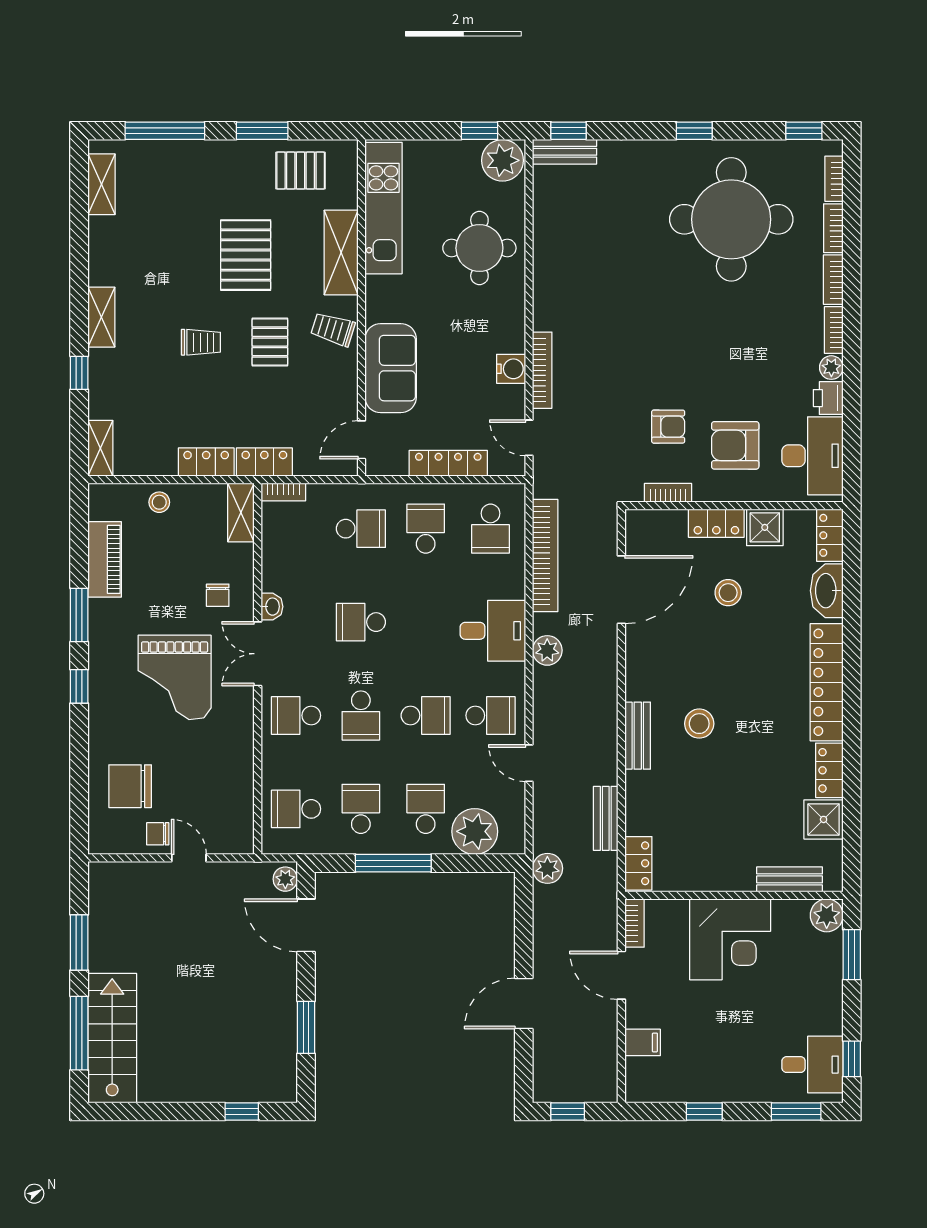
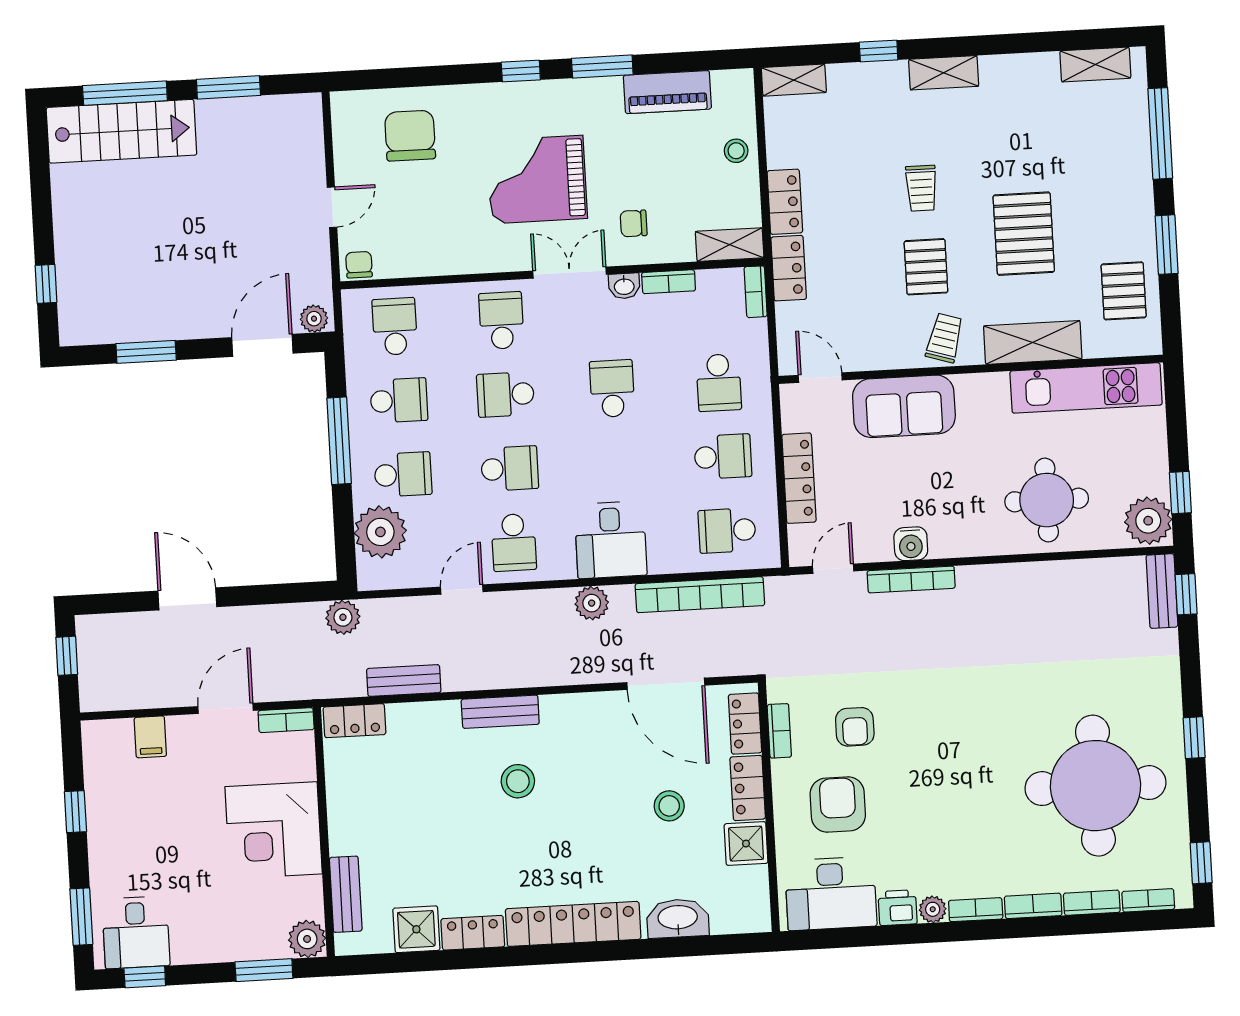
pallet: (246, 255) -> (1024, 234), turned 90
pallet: (270, 342) -> (926, 267), turned 90
locker: (830, 535) -> (745, 724), moved, turned -90
bookcase: (270, 568) -> (669, 282), added
school desk: (426, 715) -> (510, 468), turned -90
chair: (158, 834) -> (359, 265), moved

